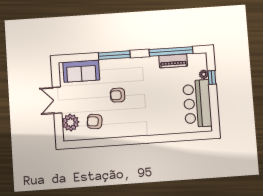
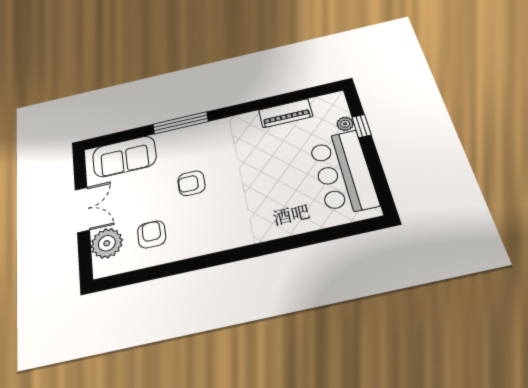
window: (171, 51) -> (279, 100), removed
double door: (57, 100) -> (82, 210), swing flipped
armchair: (95, 121) -> (152, 234), turned 83

